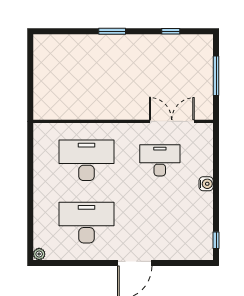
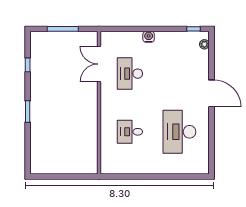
desk: (87, 160) -> (130, 132), width x0.53, depth x0.77
plant: (39, 254) -> (204, 44), moved

